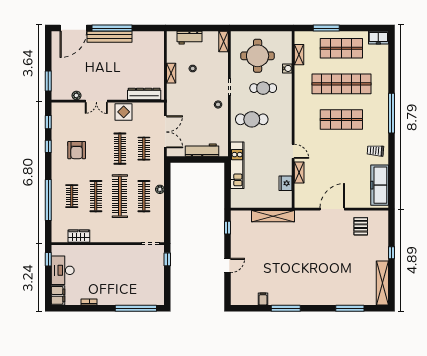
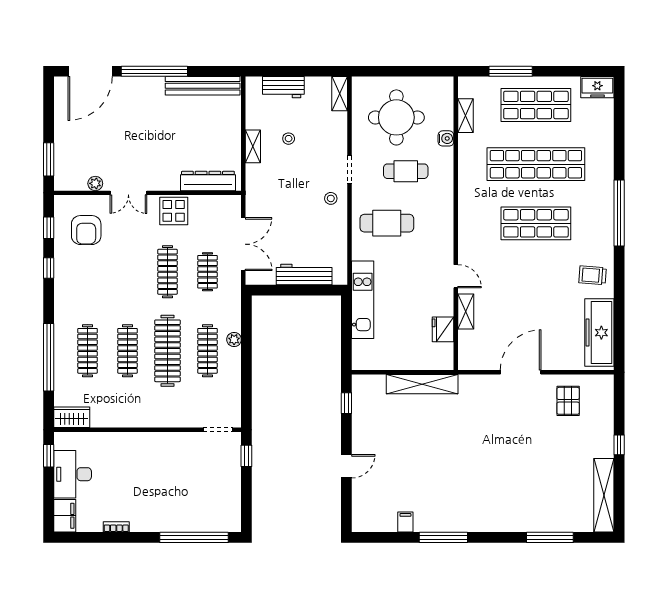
bench: (110, 37) -> (203, 86), moved
armchair: (77, 150) -> (86, 230), moved
clothes rail: (72, 196) -> (88, 351), width x1.36
wardrobe: (79, 236) -> (72, 417), moved

